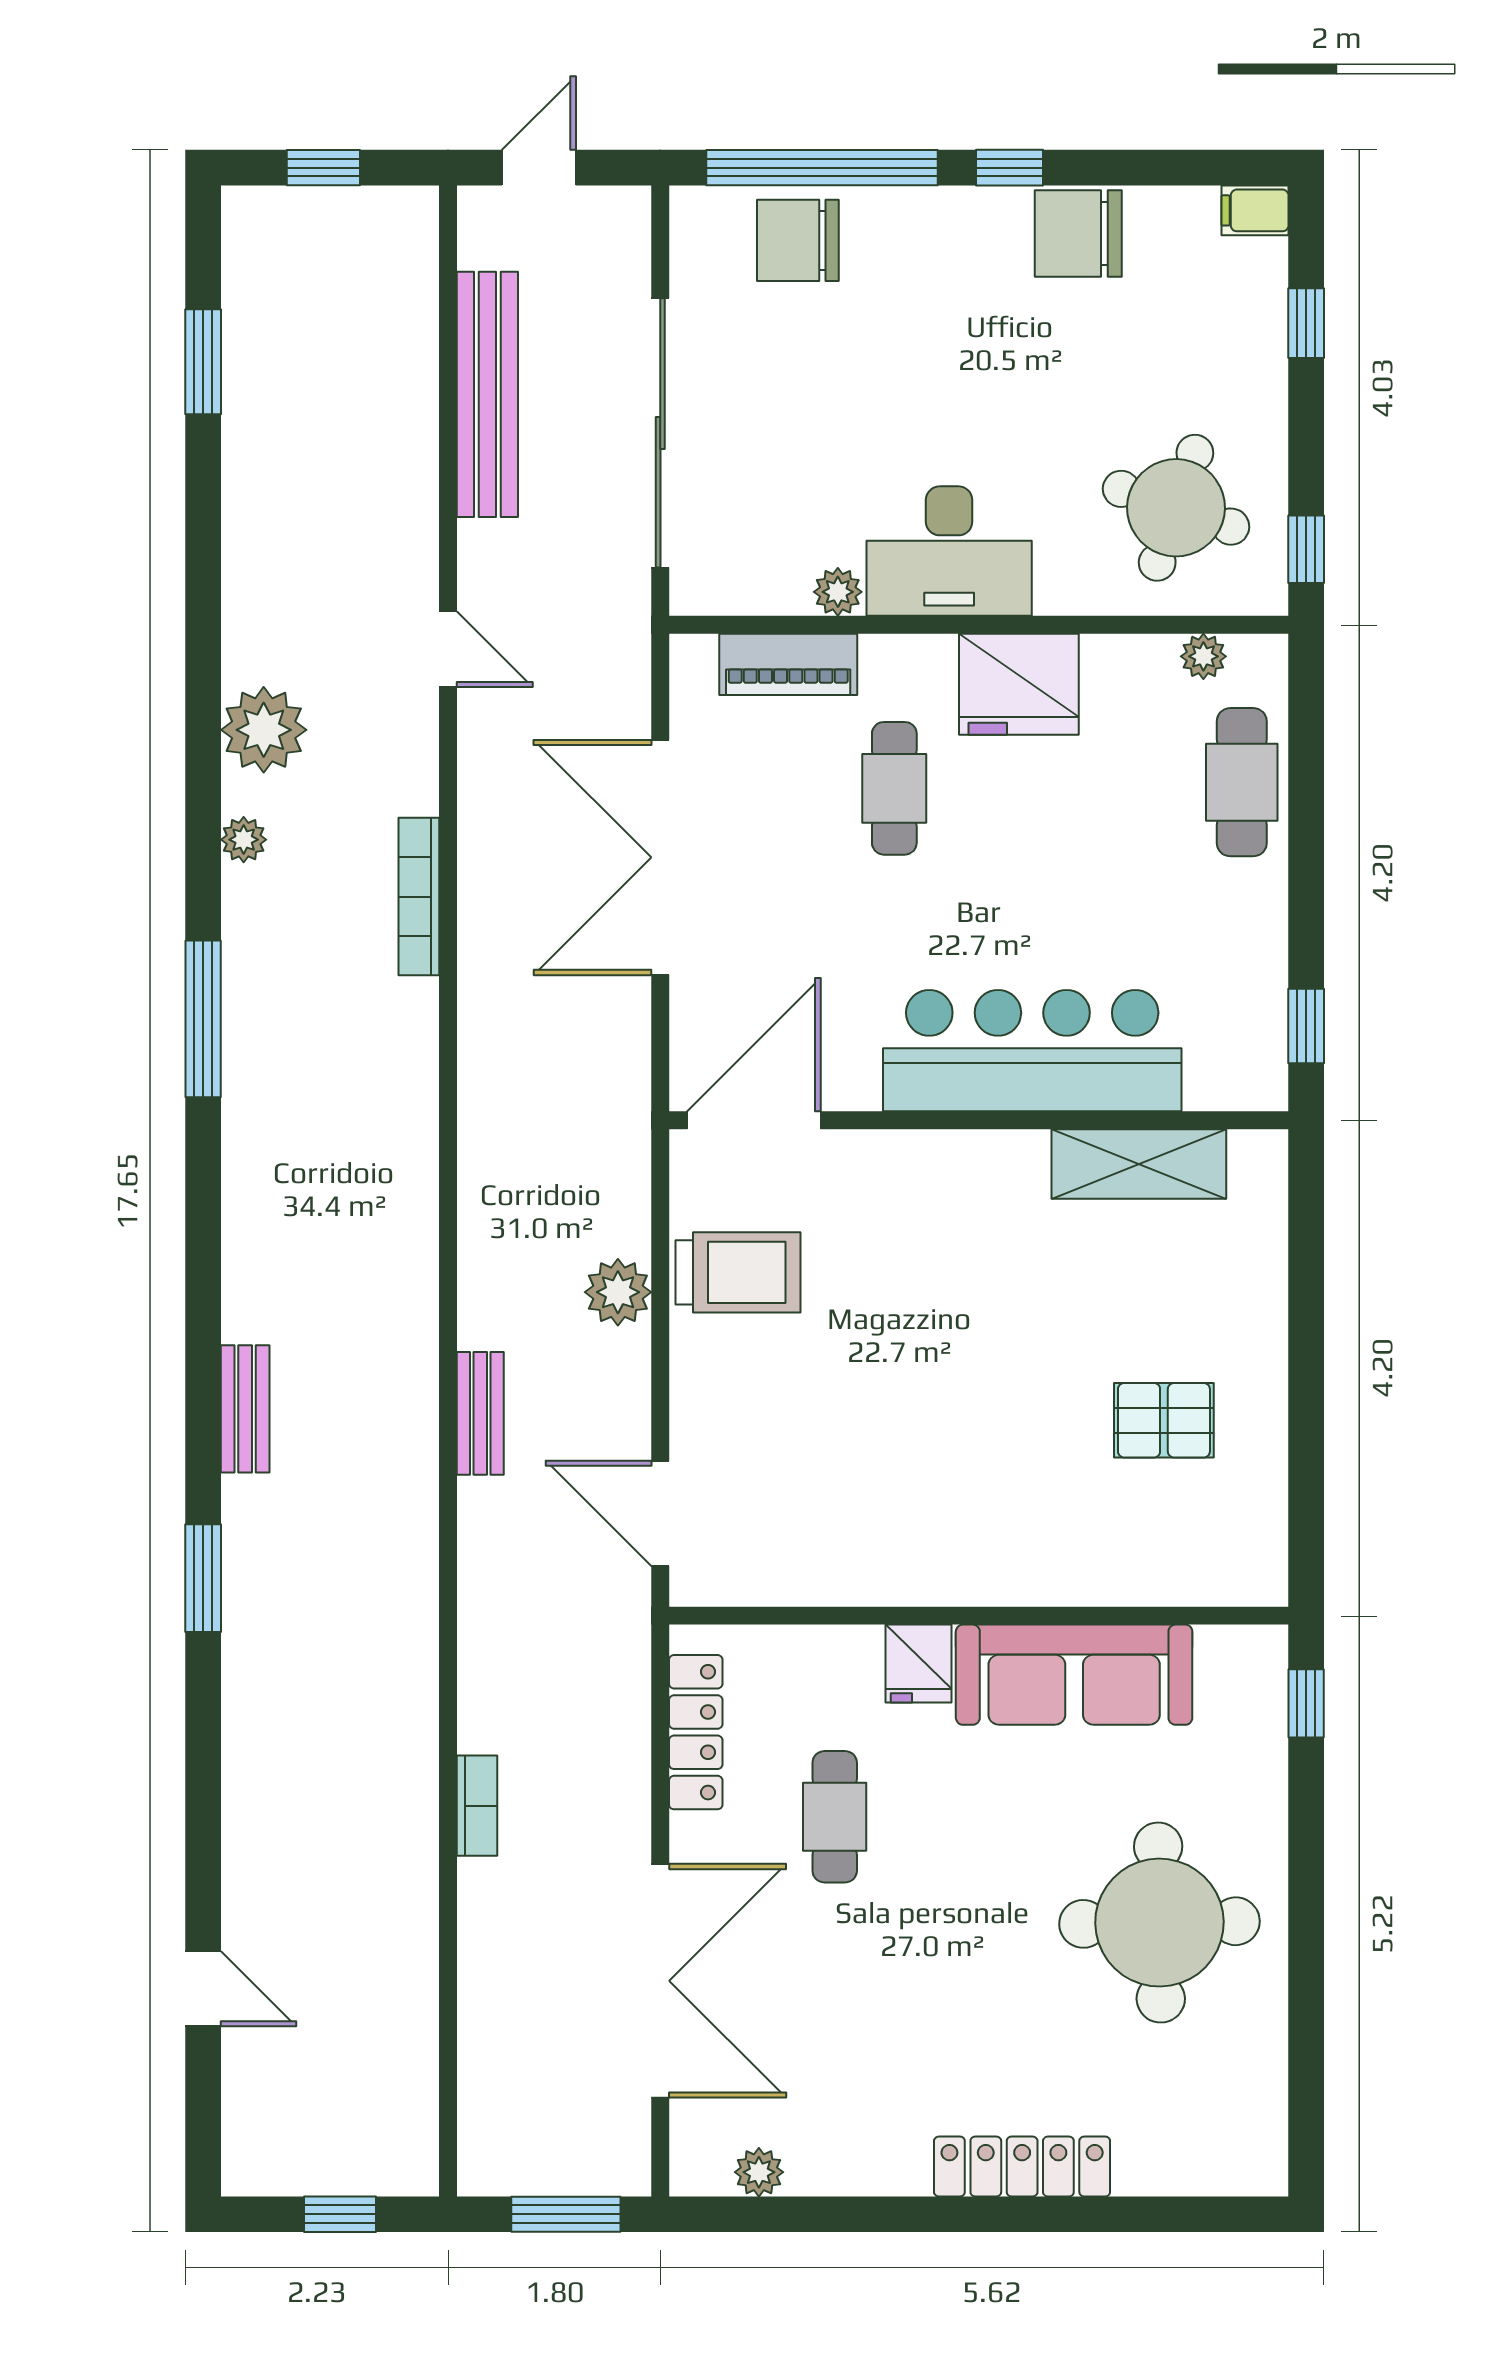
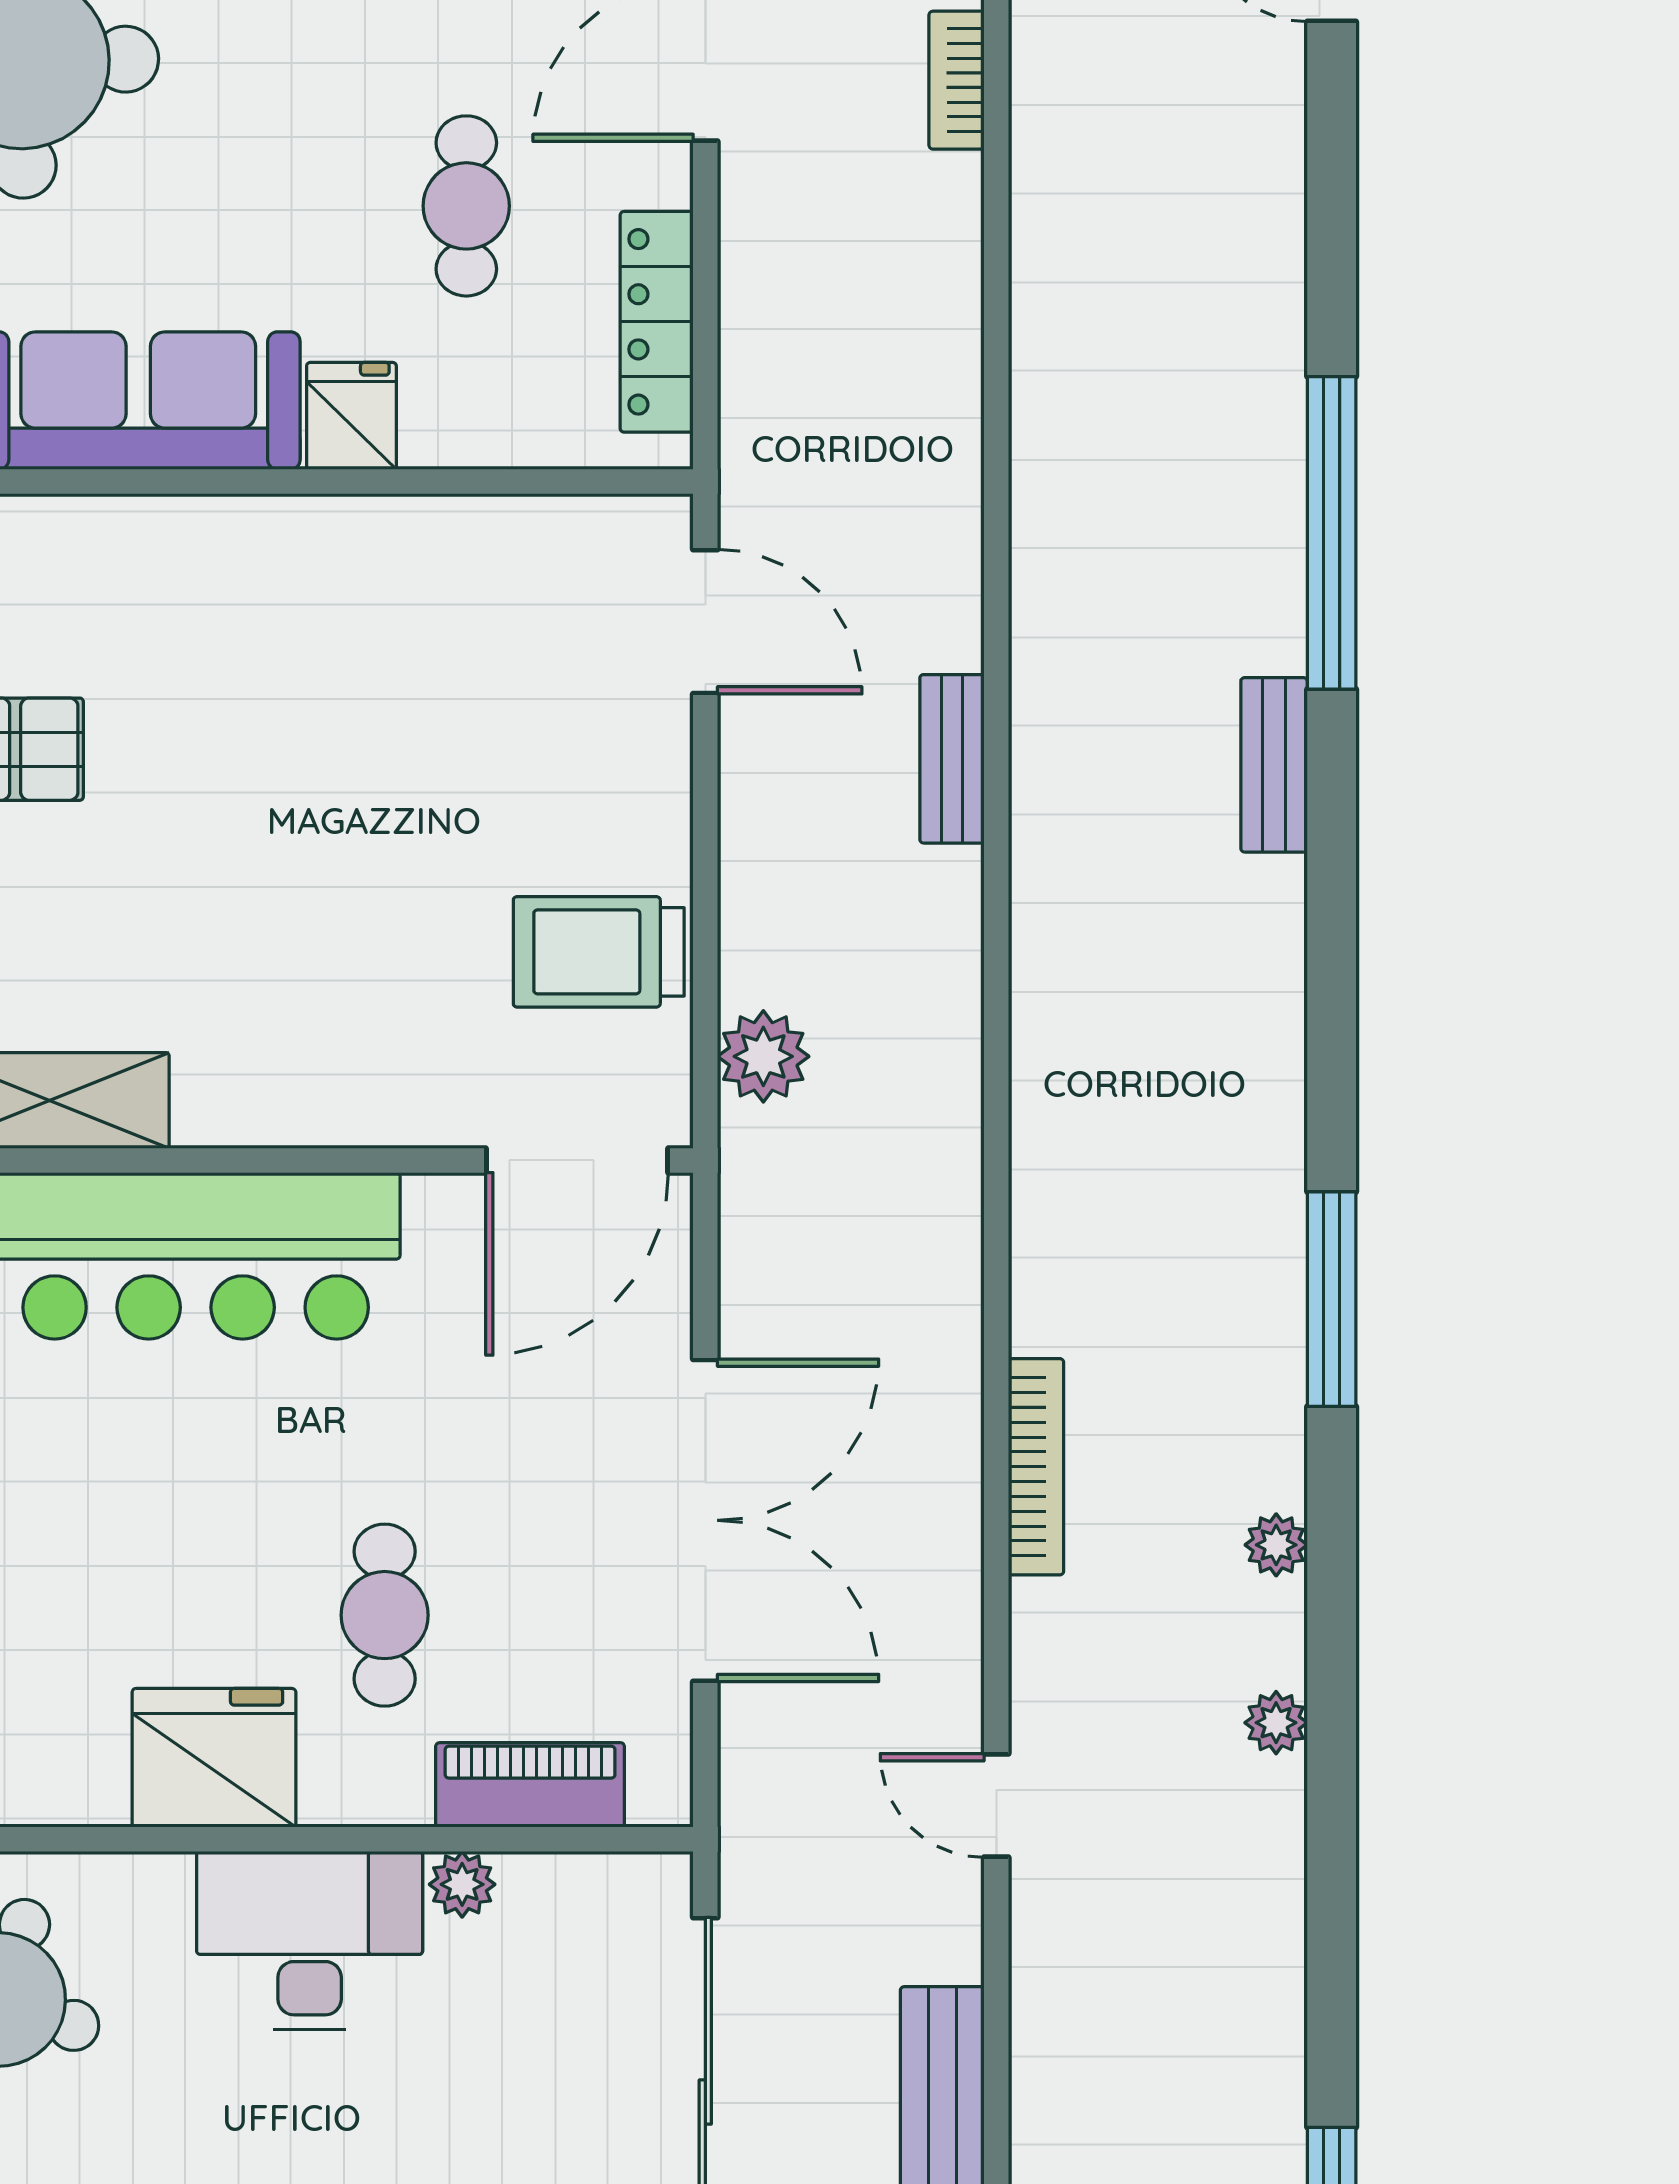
plant: (264, 730) -> (1276, 1723), width x0.53, depth x0.53
plant: (618, 1292) -> (763, 1056), moved
window: (203, 1578) -> (1332, 533), width x2.11
bookcase: (477, 1806) -> (957, 80), moved

